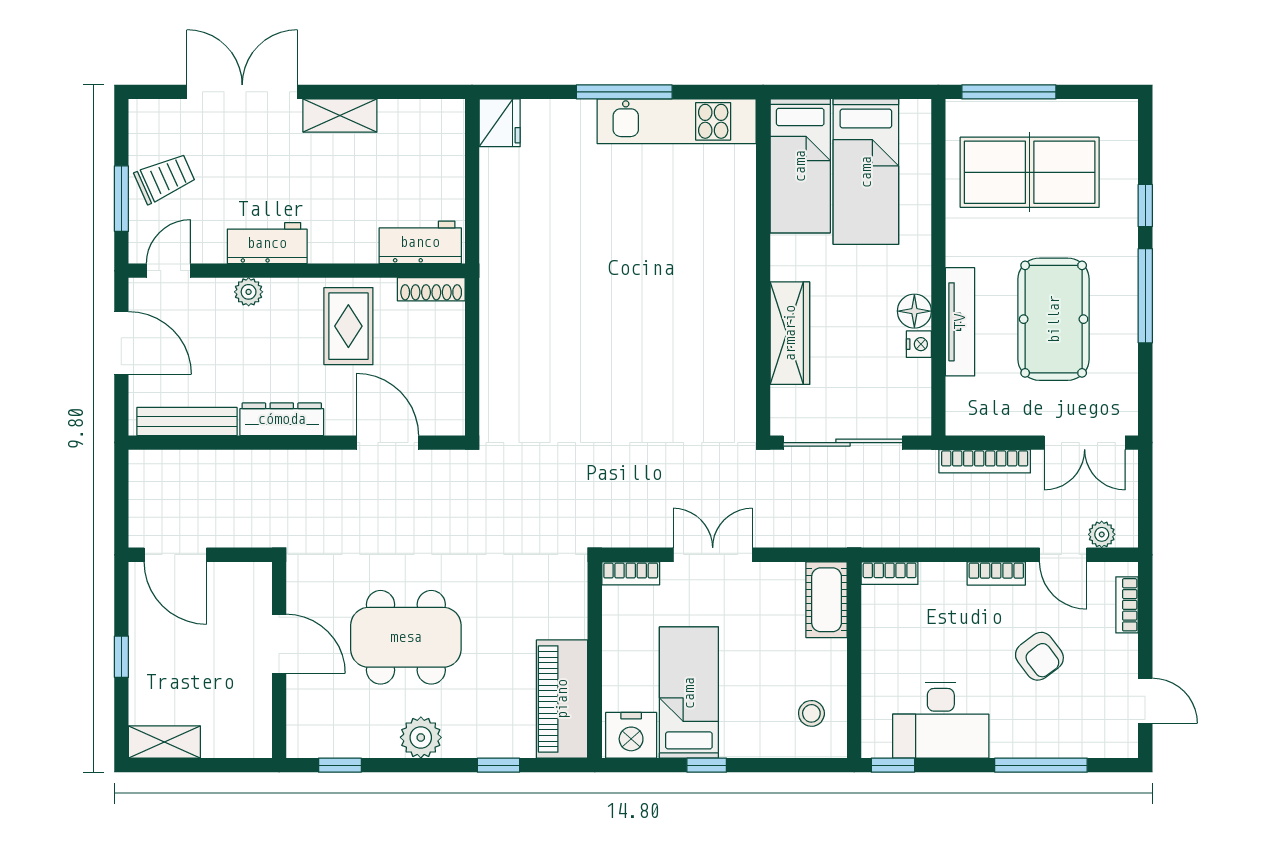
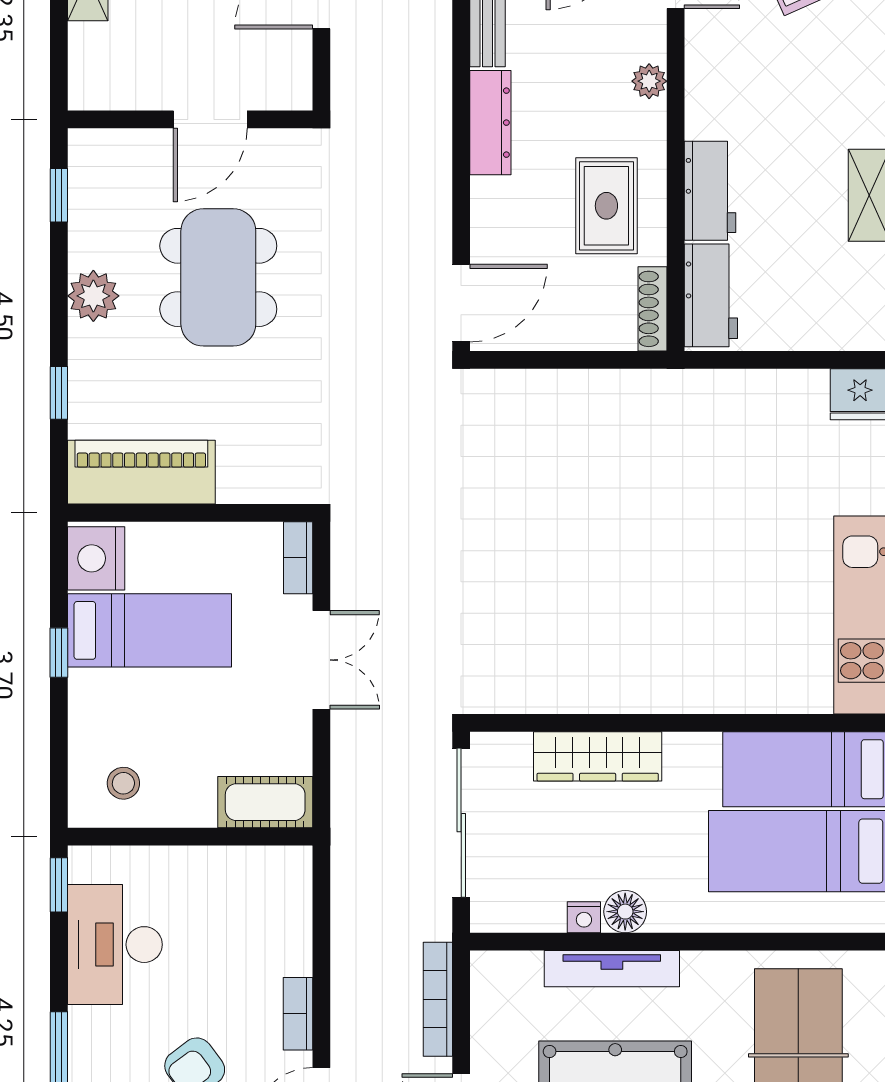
workbench: (267, 243) -> (710, 191), moved
rug: (348, 326) -> (606, 206), turned 90
door: (387, 443) -> (461, 303), moved
bookcase: (890, 573) -> (298, 881), removed

